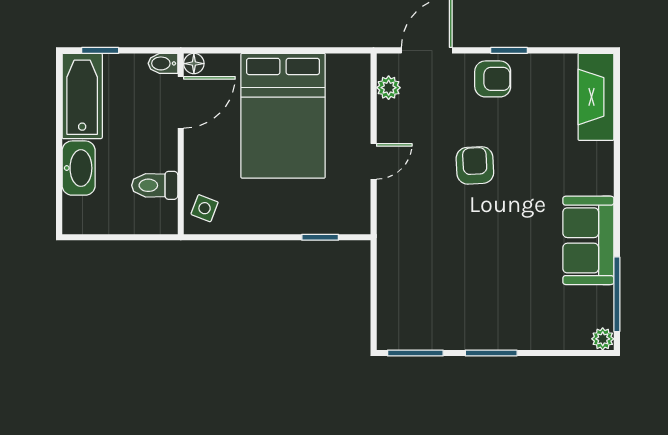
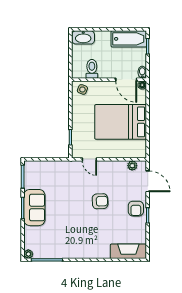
door: (374, 161) -> (89, 159), moved
washbasin: (79, 168) -> (83, 37), moved
sofa: (588, 240) -> (34, 208), moved, turned 90

